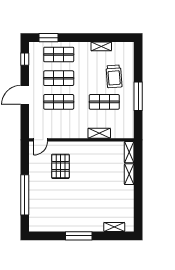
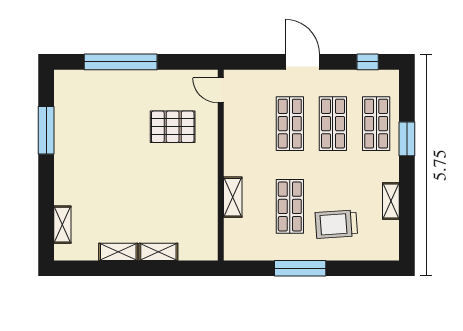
window: (48, 38) -> (407, 139), moved
shelving: (129, 152) -> (118, 252), moved
window: (79, 236) -> (46, 130), moved

